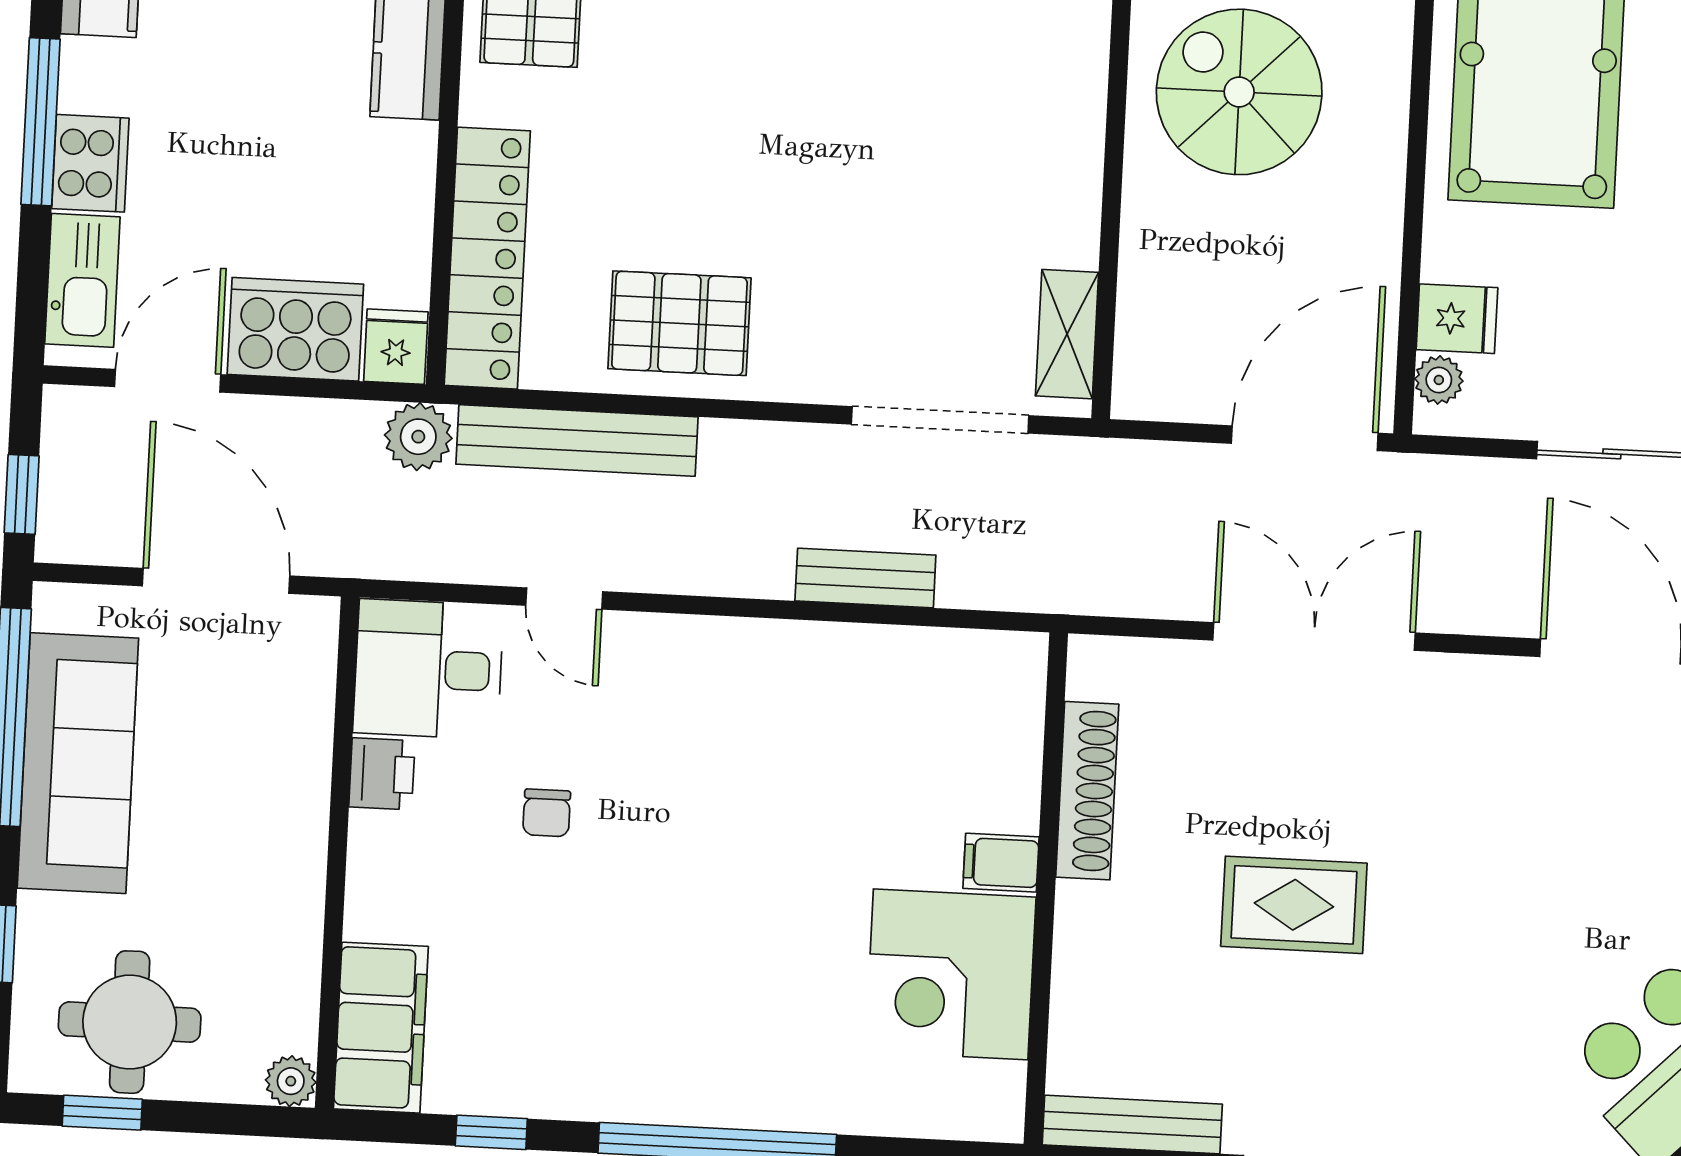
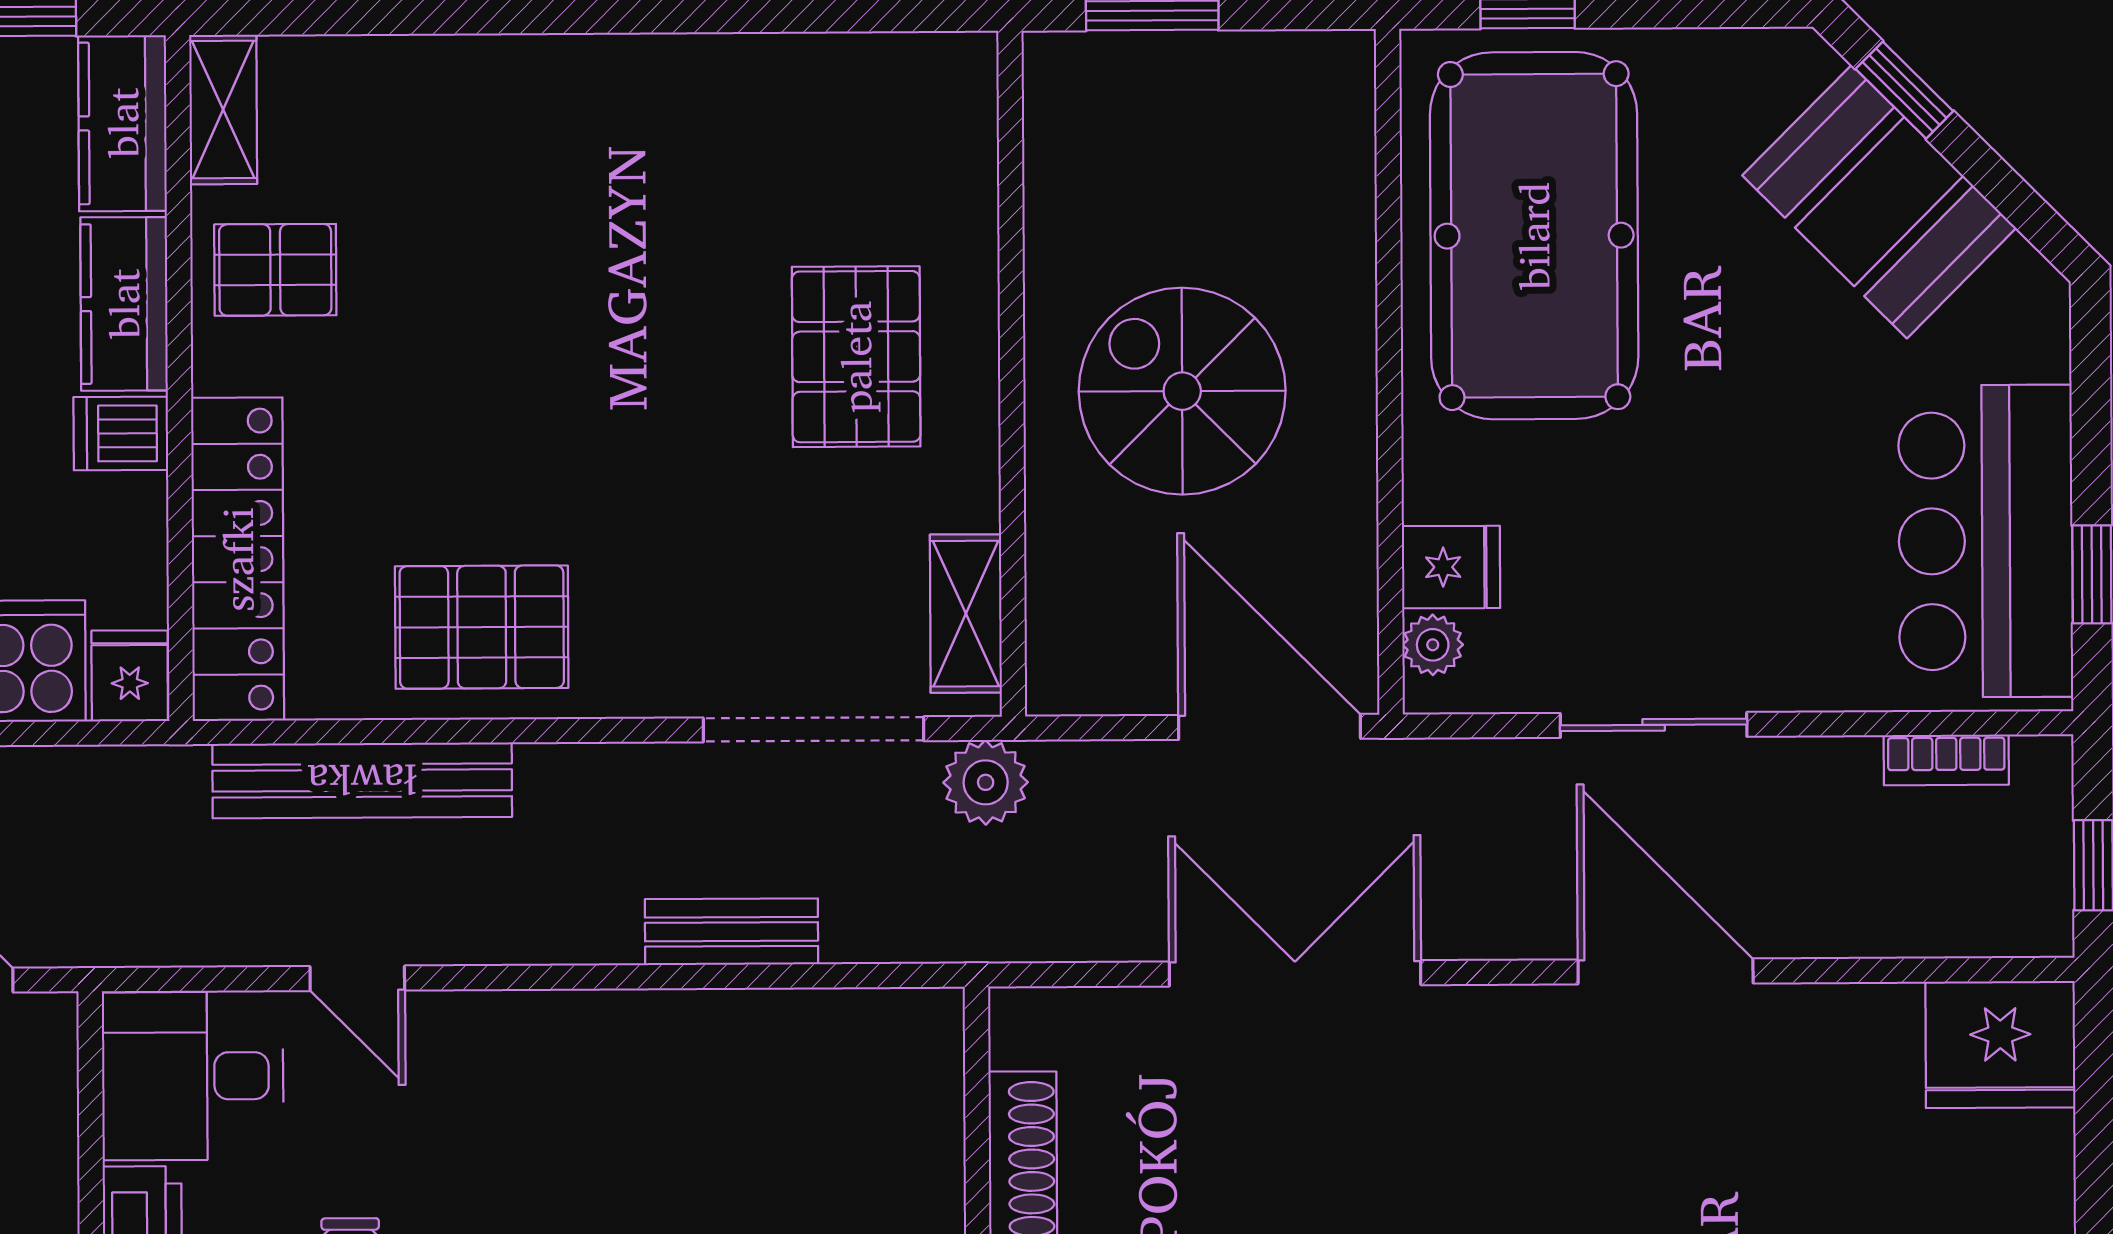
spiral stairs: (1239, 92) -> (1182, 391), moved
pallet: (991, 124) -> (856, 357), added
dishwasher: (400, 152) -> (121, 433), added
plant: (418, 437) -> (986, 782), moved
door: (1305, 438) -> (1270, 727), hinge flipped

